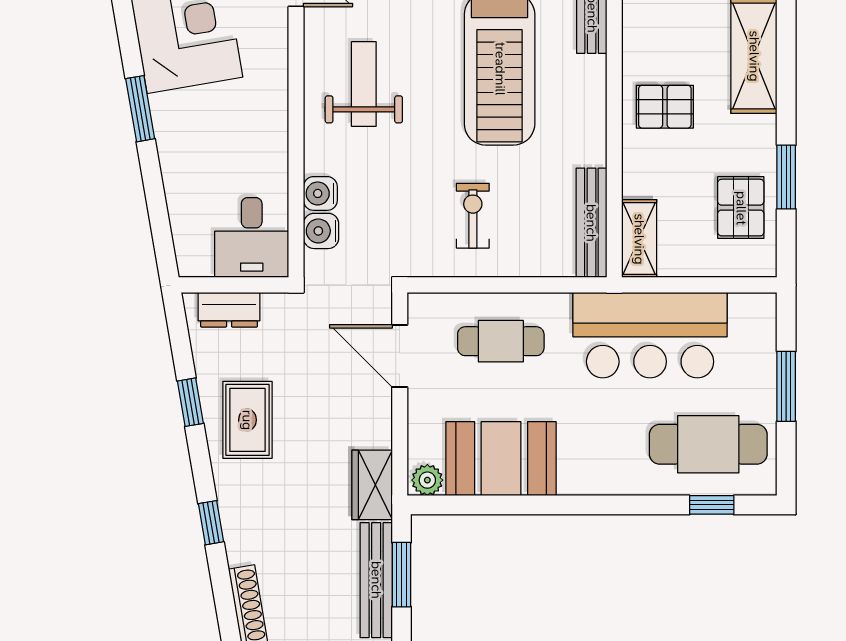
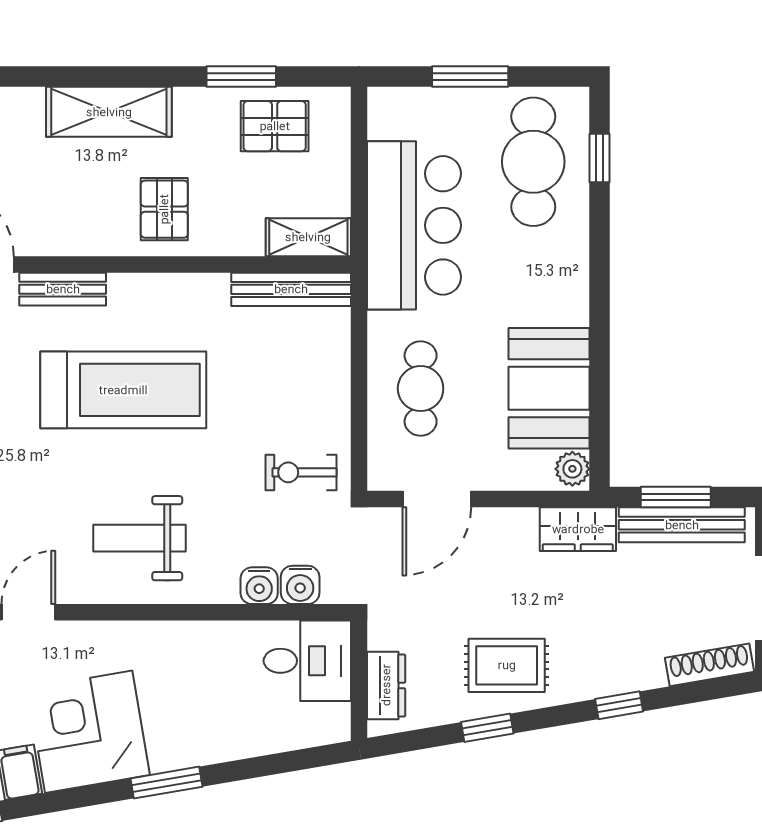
exercise bike: (473, 216) -> (301, 472), moved

